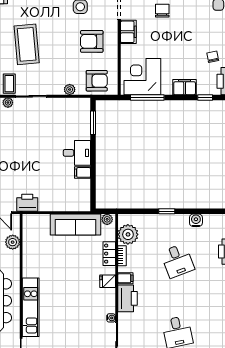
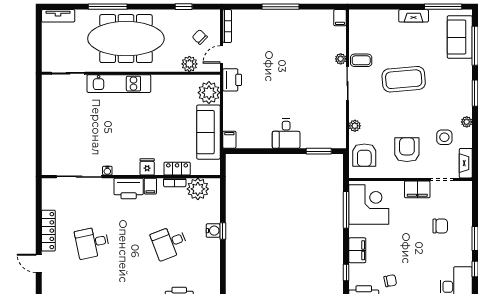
filing cabinet: (82, 172) -> (229, 140), moved
plant: (107, 219) -> (209, 93), moved, width x1.88, depth x1.88
water cooler: (196, 220) -> (213, 231), moved

